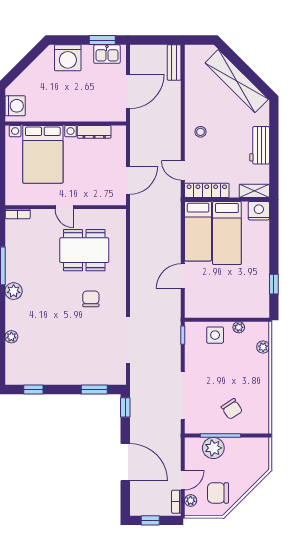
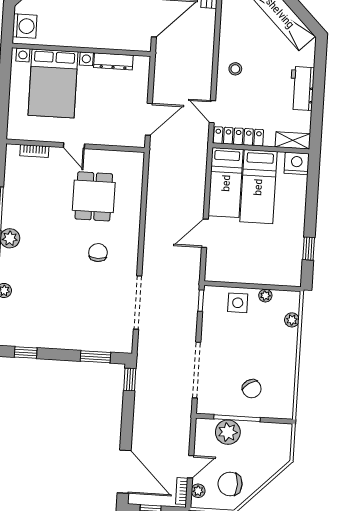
bookcase: (18, 214) -> (34, 151), moved
dining table: (84, 250) -> (94, 196), width x0.73
door: (125, 462) -> (124, 472), moved

